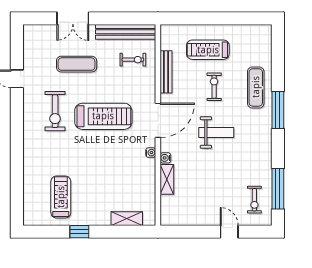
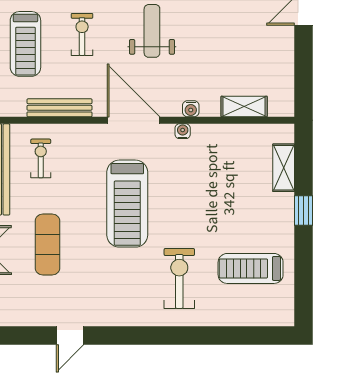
exercise bike: (214, 87) -> (82, 34), turned 90
exercise bike: (55, 111) -> (179, 278), moved, turned -90
treadmill: (103, 116) -> (127, 204), turned 180
shelving: (167, 179) -> (244, 107), moved
window: (79, 232) -> (303, 210), moved

